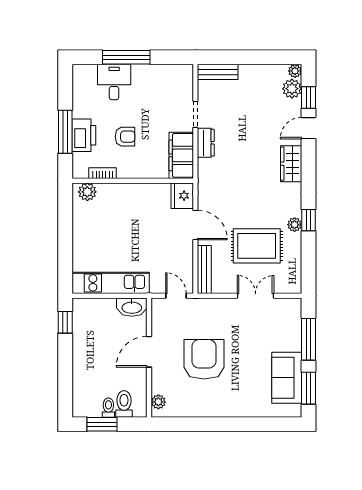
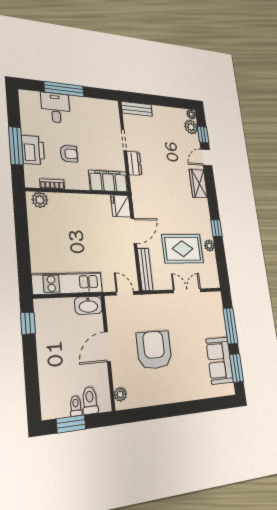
filing cabinet: (181, 155) -> (108, 181), moved, turned 90
door: (195, 225) -> (134, 231), hinge flipped
plant: (295, 225) -> (209, 246), moved

